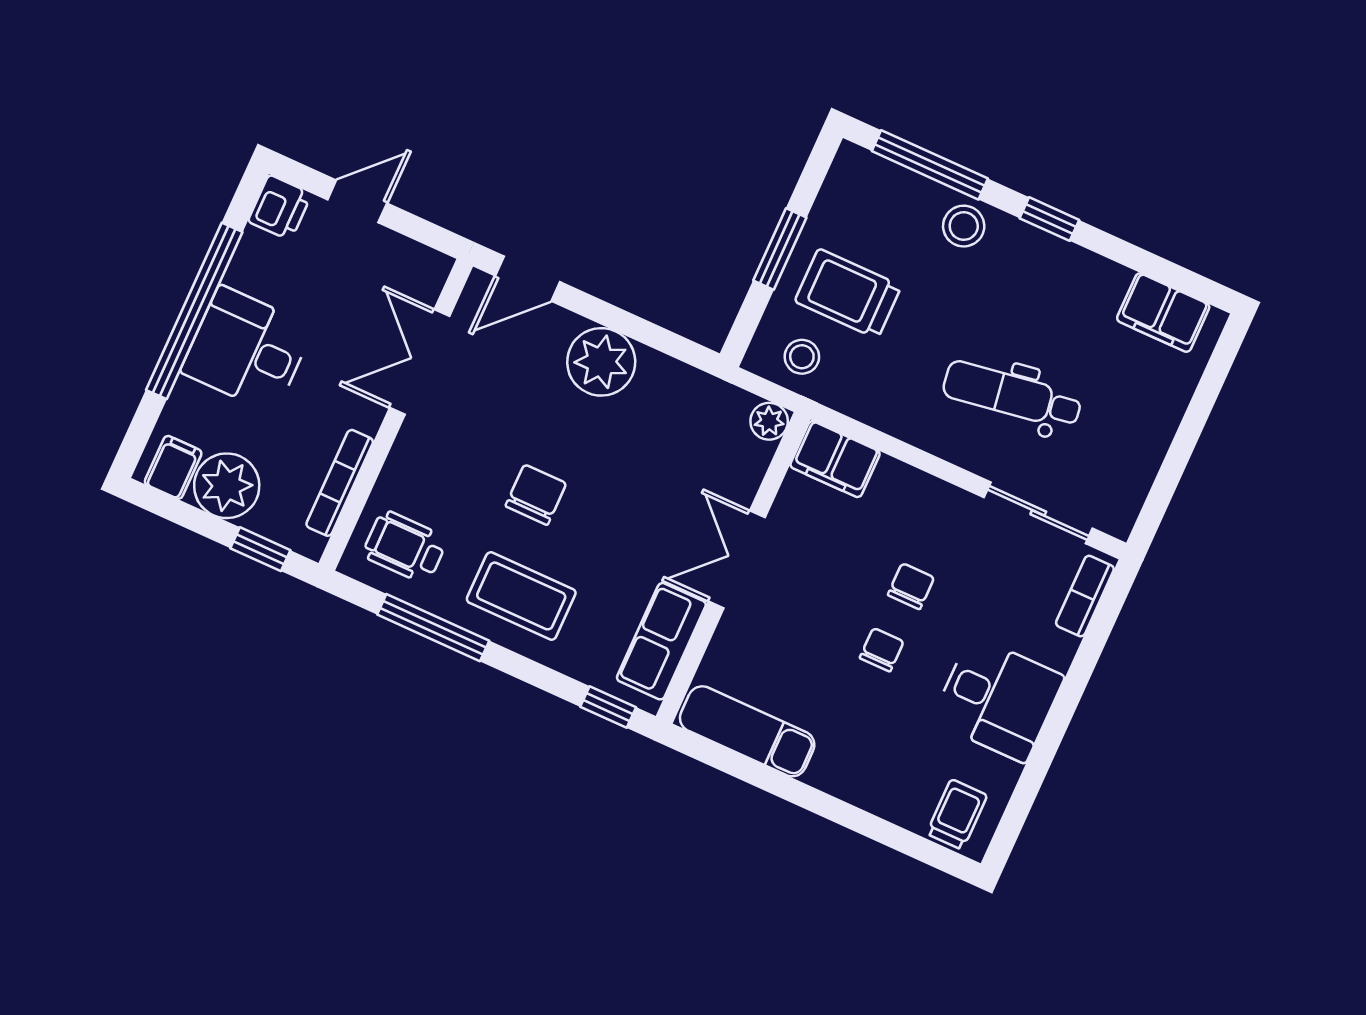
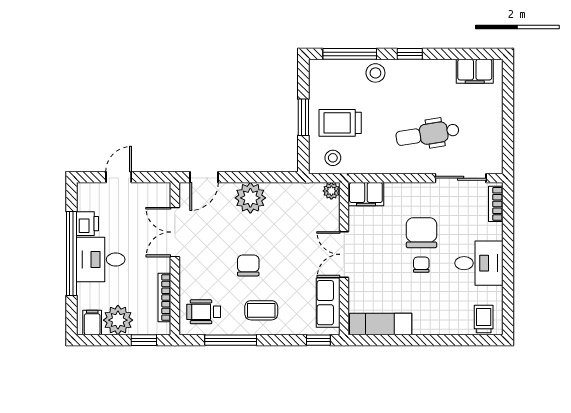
printer: (280, 208) -> (88, 224), moved
chair: (911, 586) -> (421, 233), width x1.87, depth x1.87
coffee table: (521, 596) -> (261, 310), width x0.73, depth x0.77

